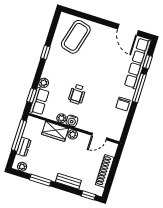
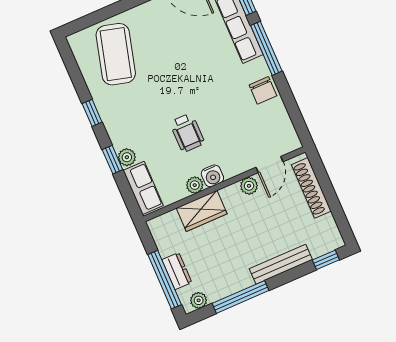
window: (32, 95) -> (112, 160), moved
plant: (73, 134) -> (249, 186), moved
window: (19, 135) -> (165, 280), moved
shoe rack: (105, 171) -> (311, 188), moved
window: (40, 180) -> (241, 297), width x1.44
bench: (68, 181) -> (281, 264), width x1.36

